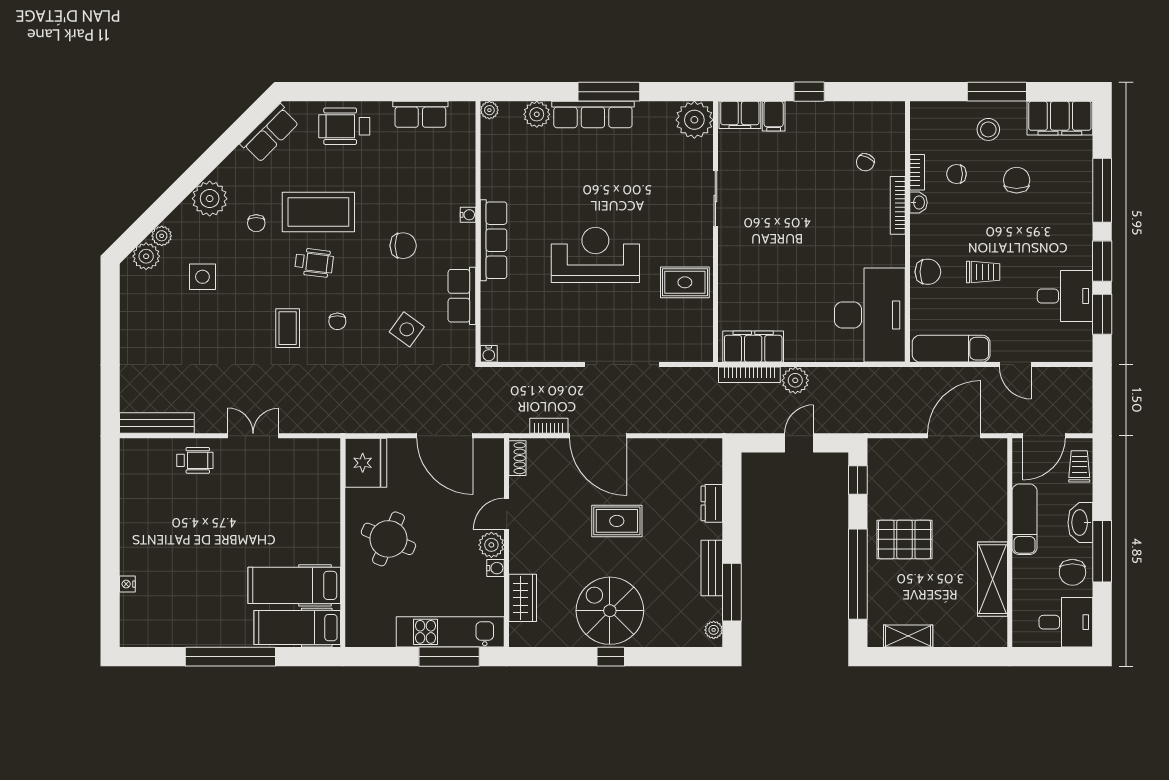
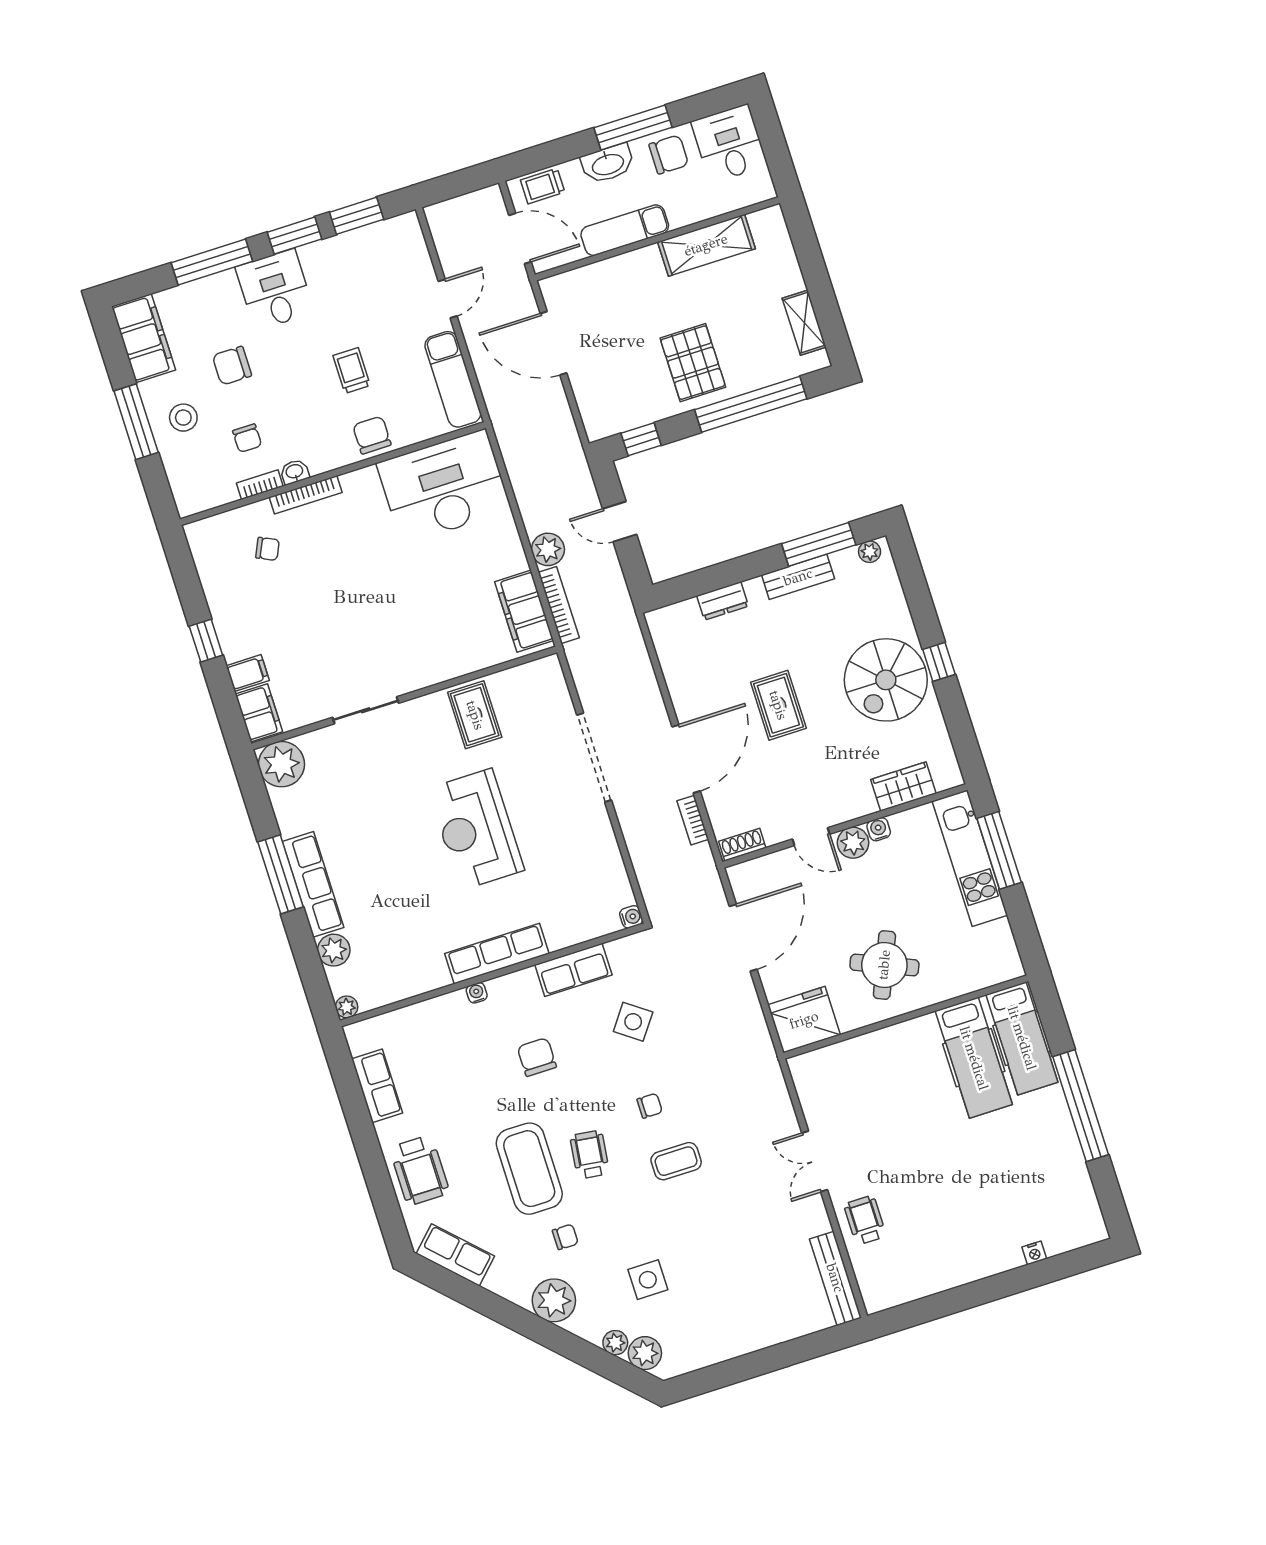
desk: (1065, 296) -> (275, 290), moved

